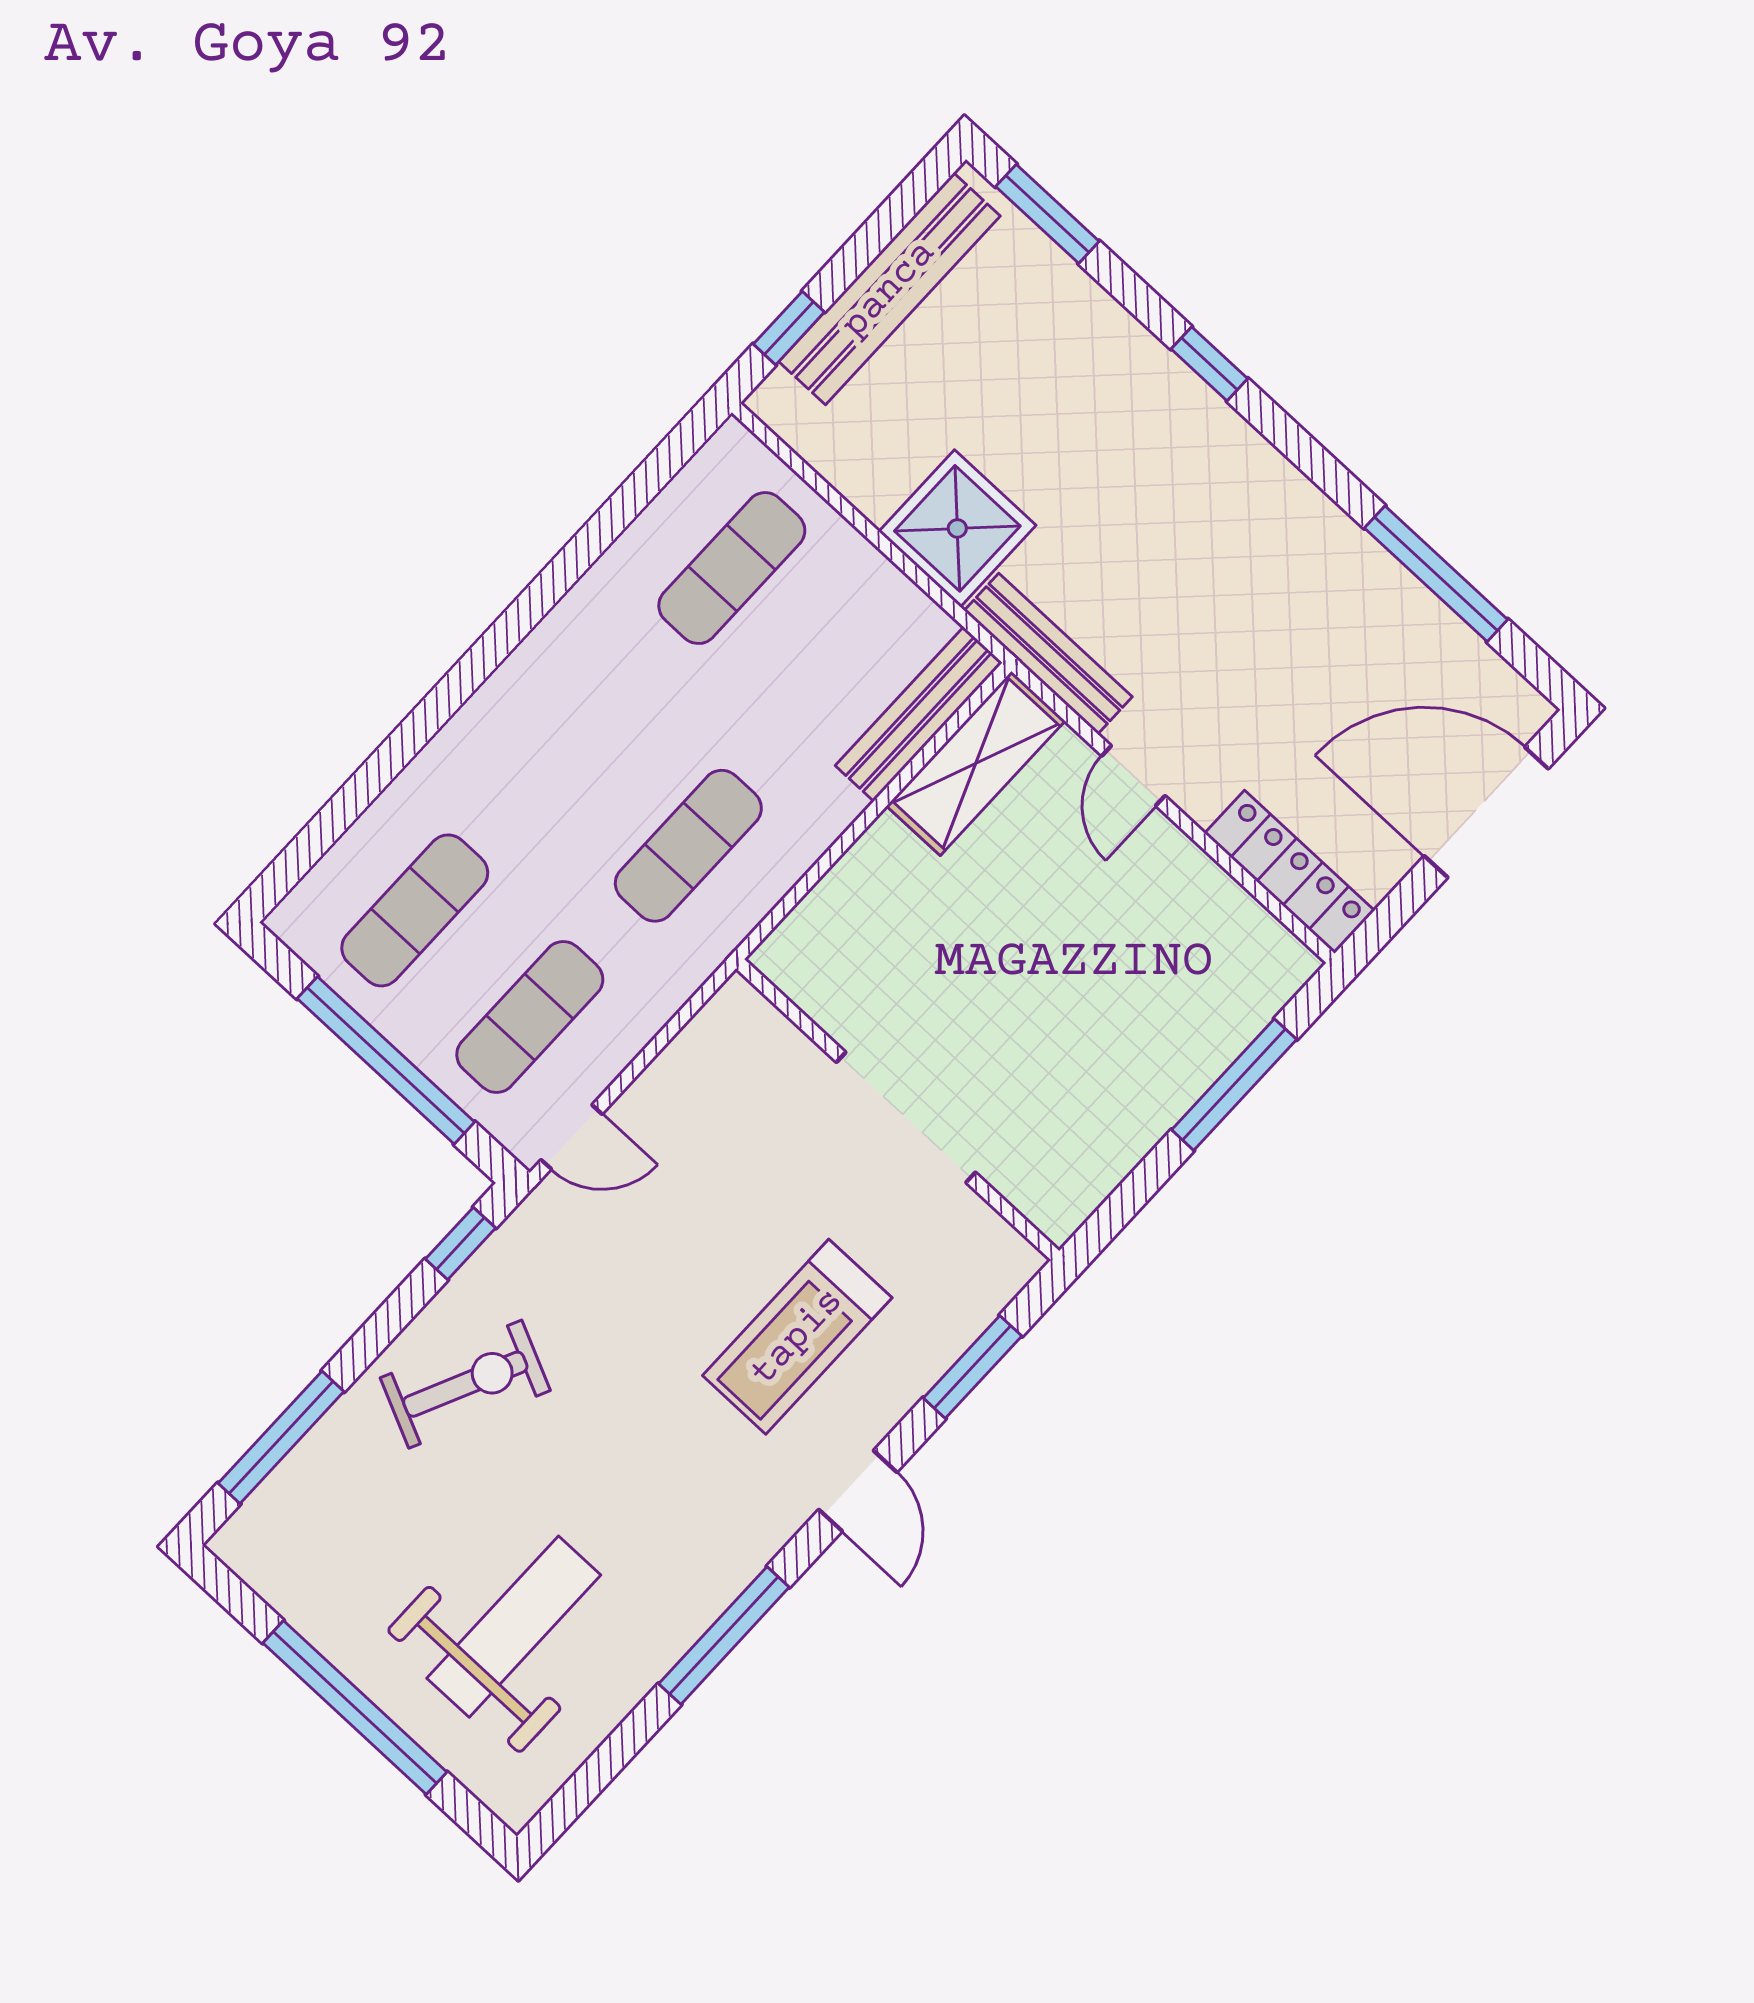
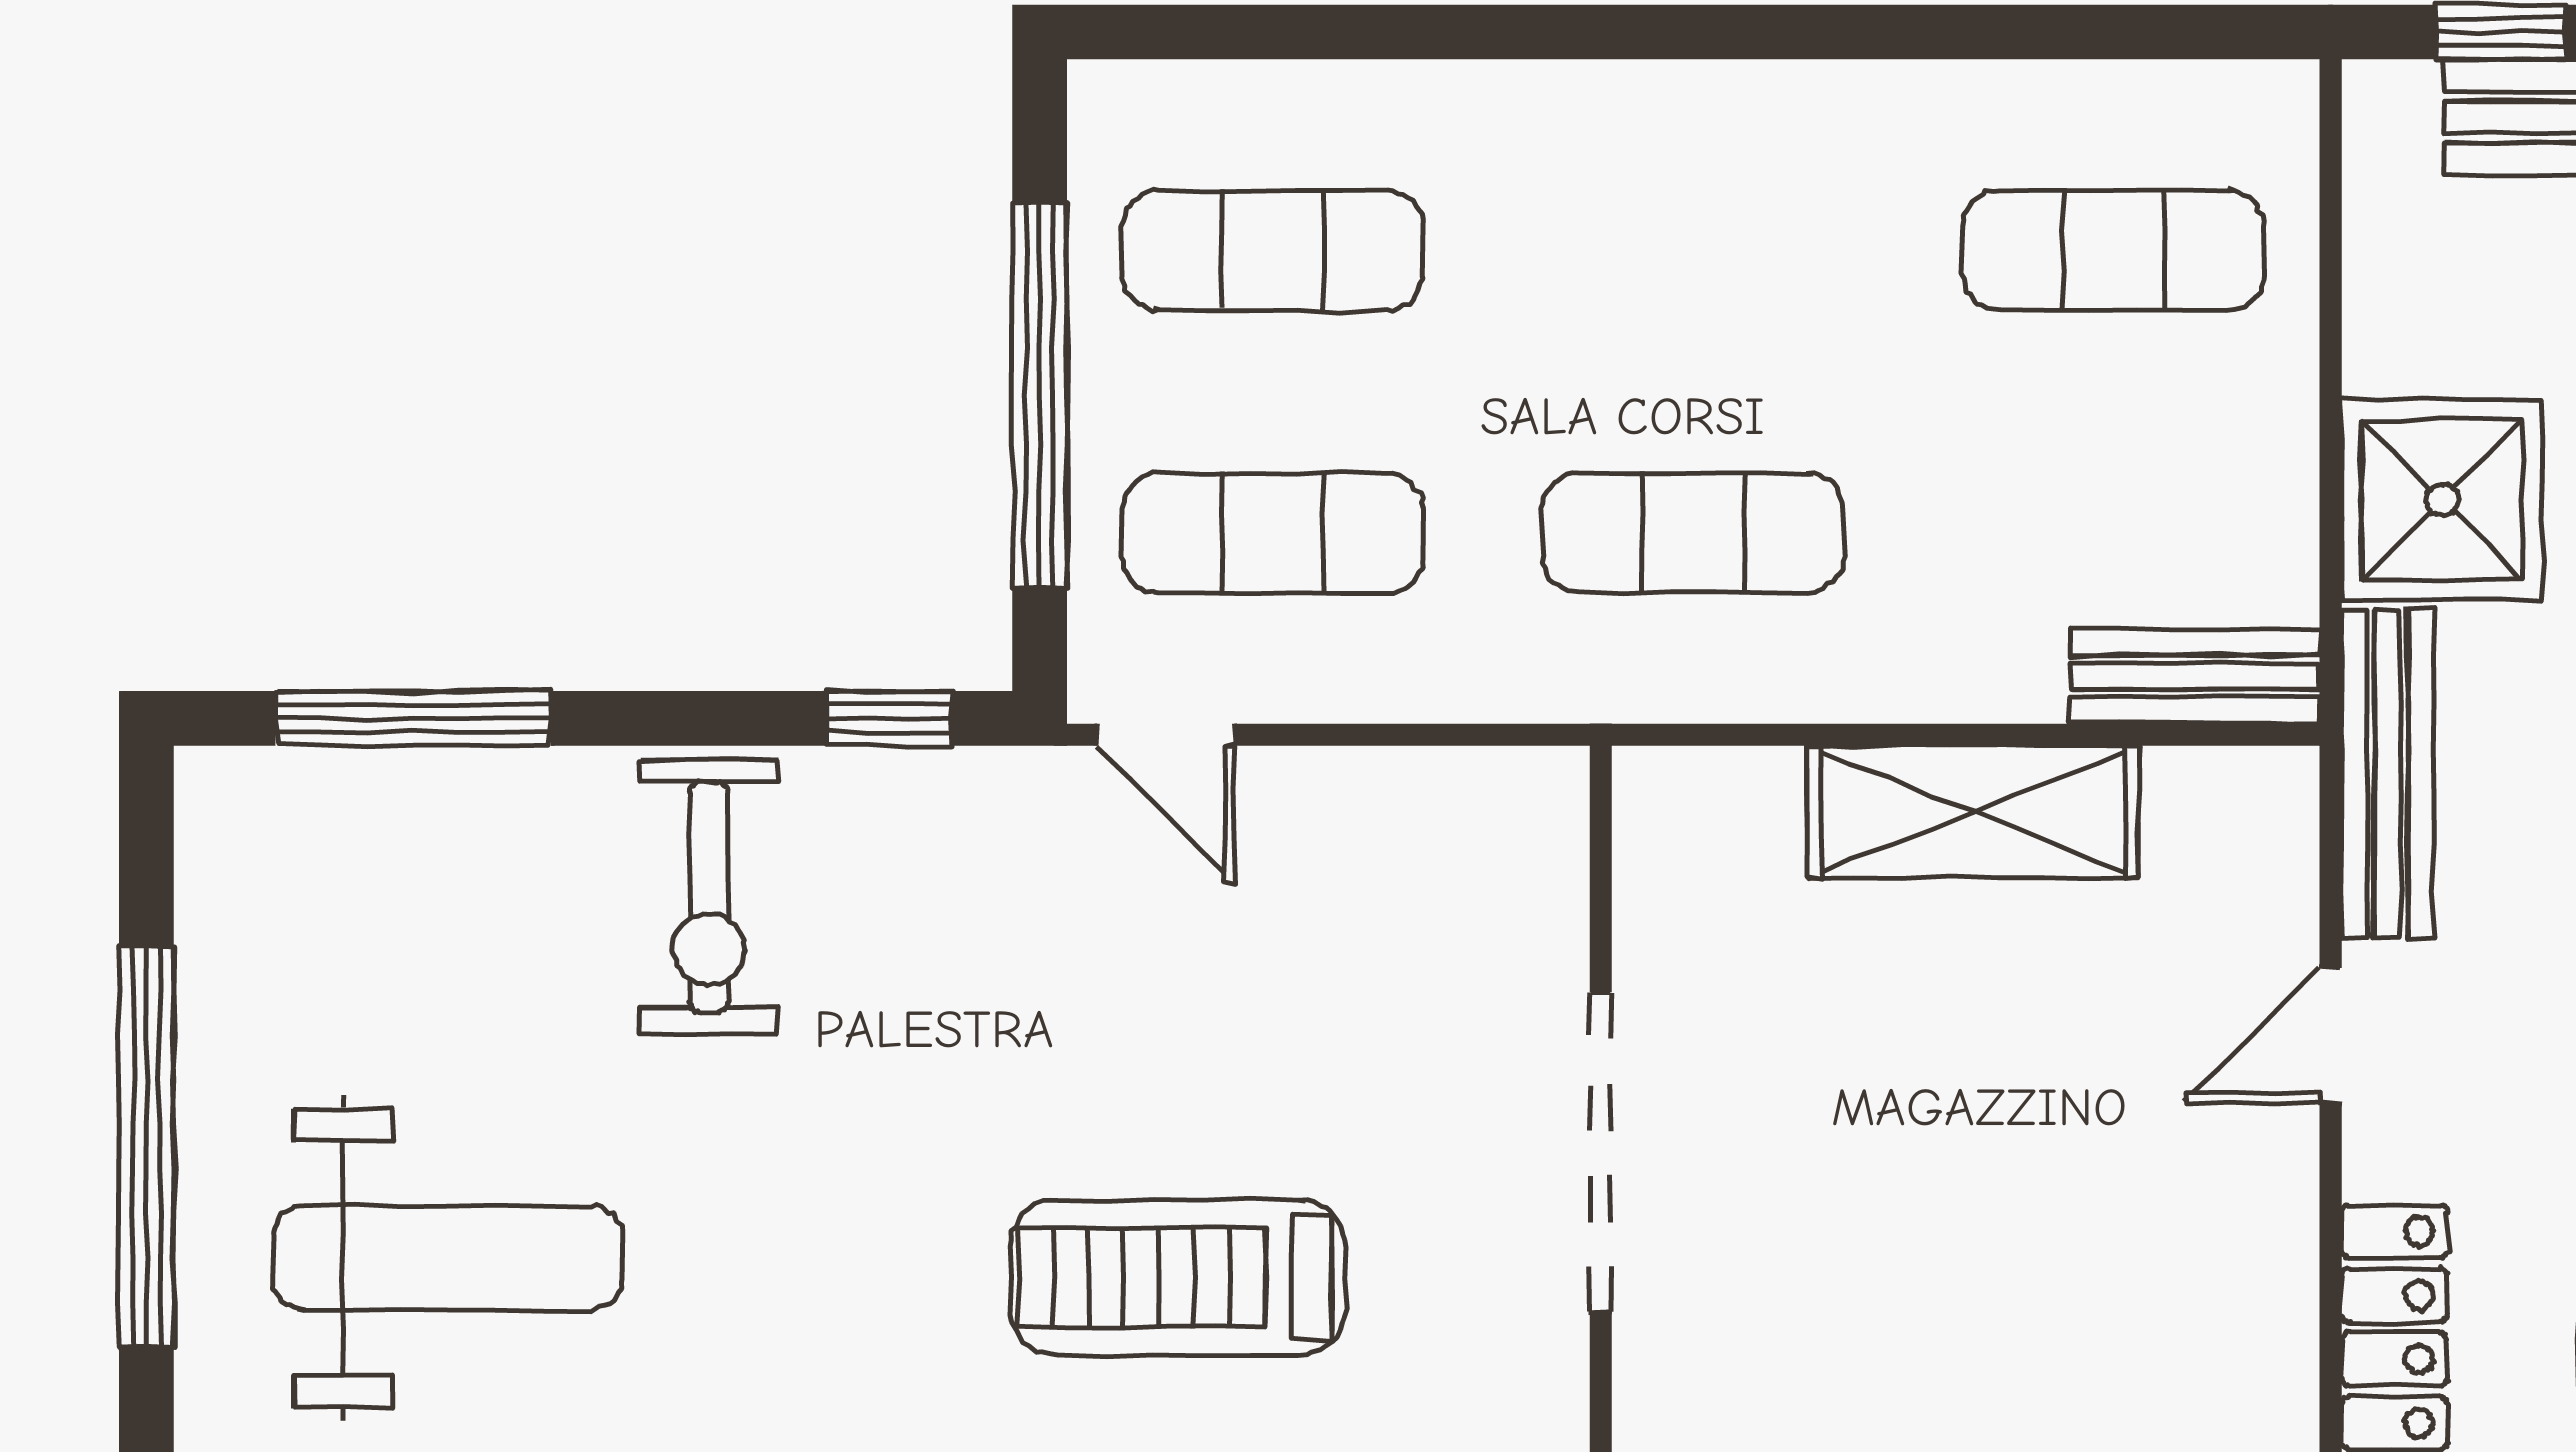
bench: (919, 714) -> (2195, 676), width x0.73
shelving: (976, 763) -> (1973, 812), moved
exercise bike: (465, 1384) -> (709, 897), turned 65

